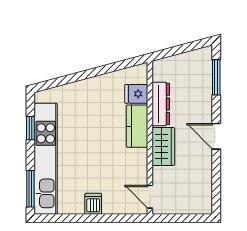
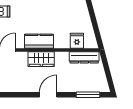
dresser: (161, 104) -> (84, 57), moved
kitchen counter: (137, 126) -> (39, 41), moved

